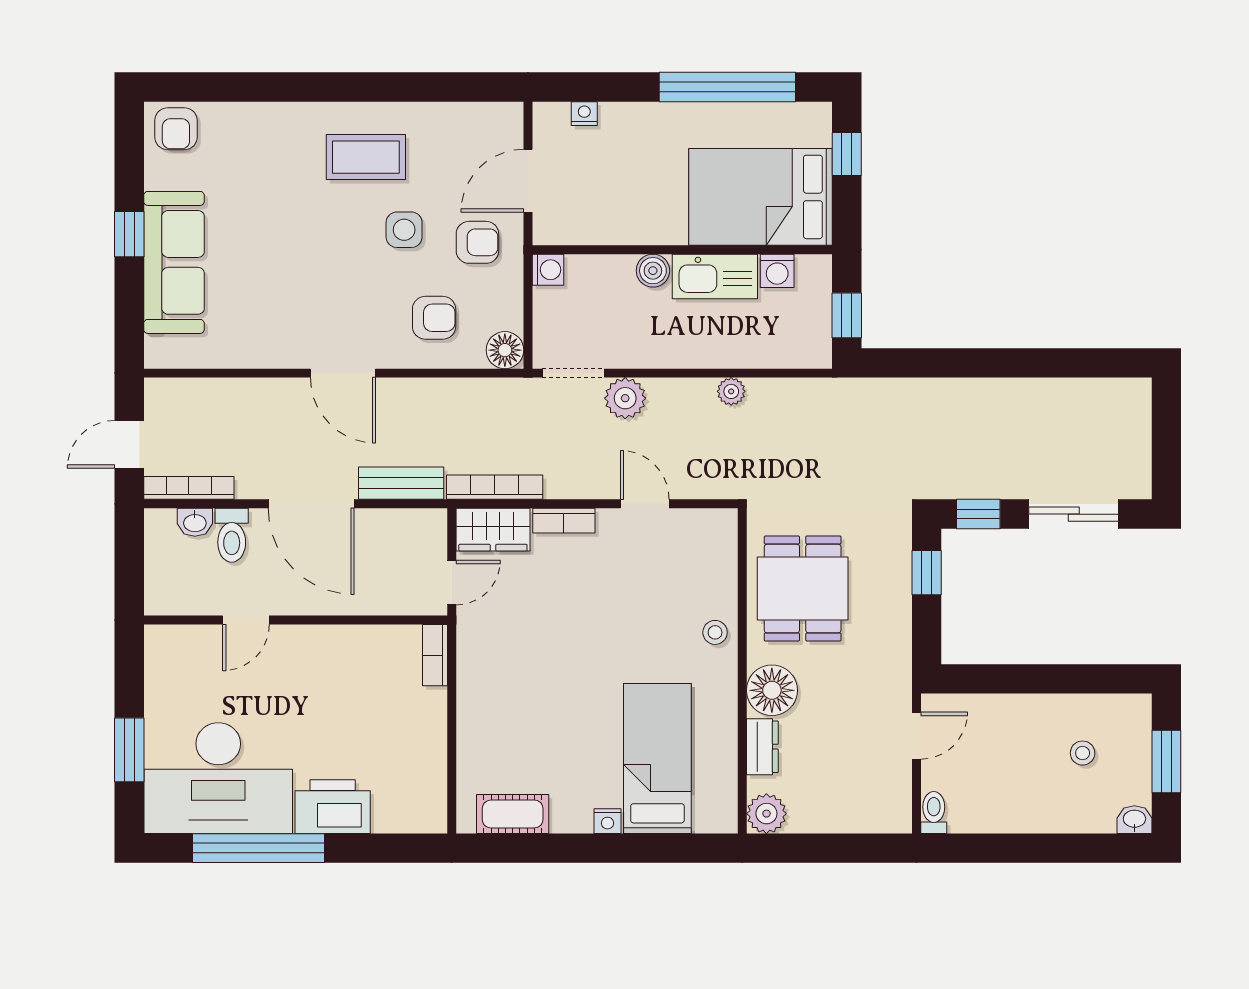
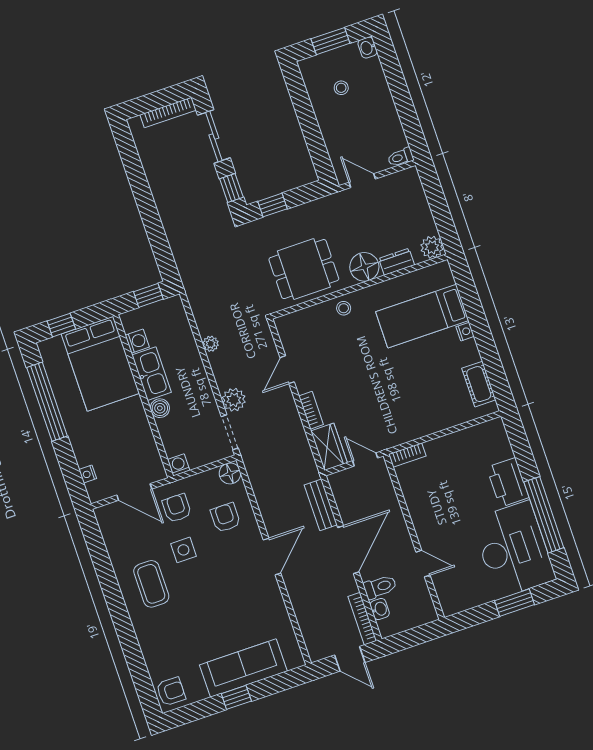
bookcase: (495, 487) -> (168, 112), moved, turned -90

